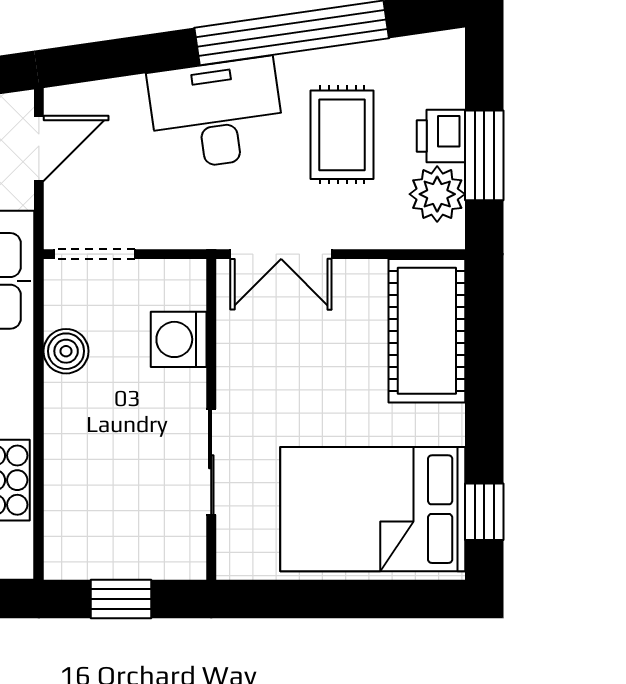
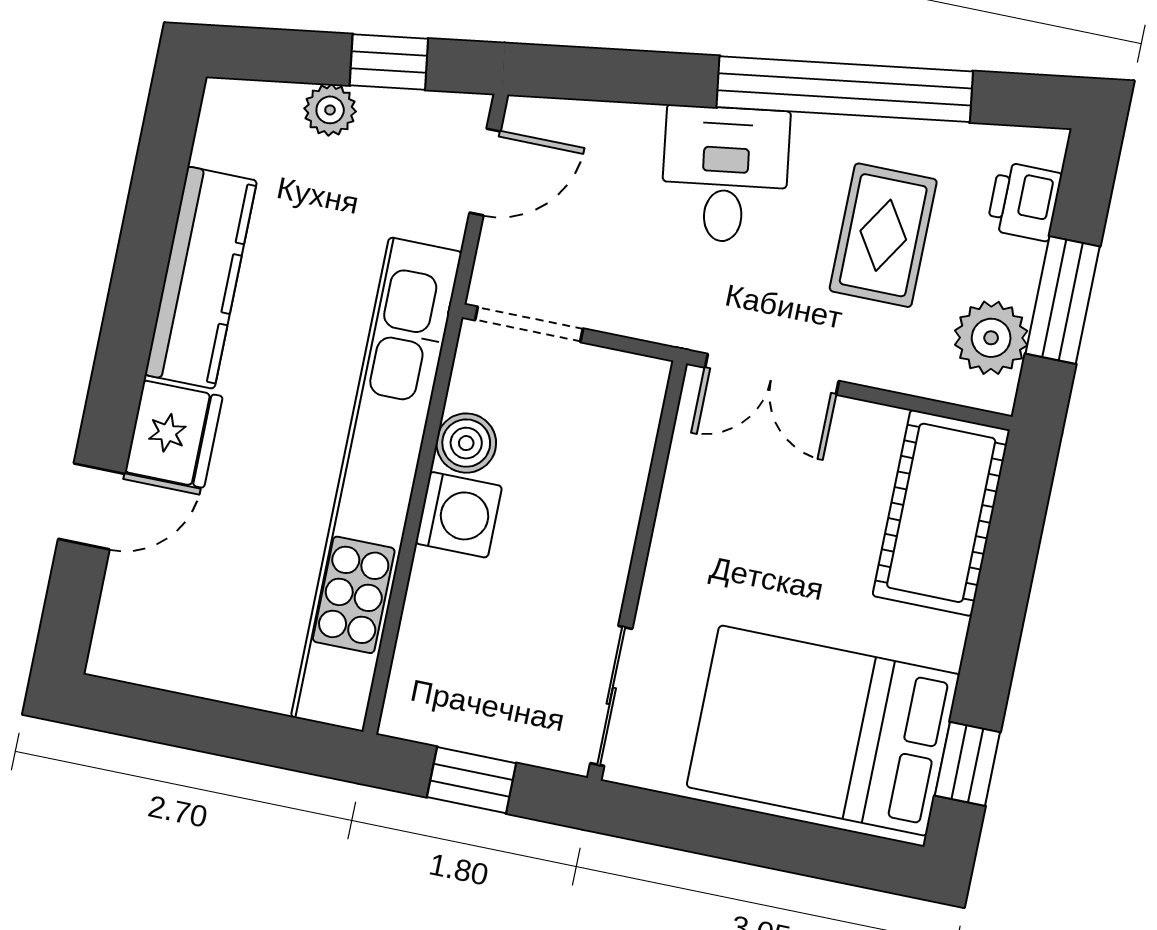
desk: (216, 114) -> (725, 174), width x0.73
printer: (441, 136) -> (1024, 201), moved
washing machine: (179, 339) -> (459, 515), moved, turned 180
sliding door: (211, 462) -> (611, 696), moved

